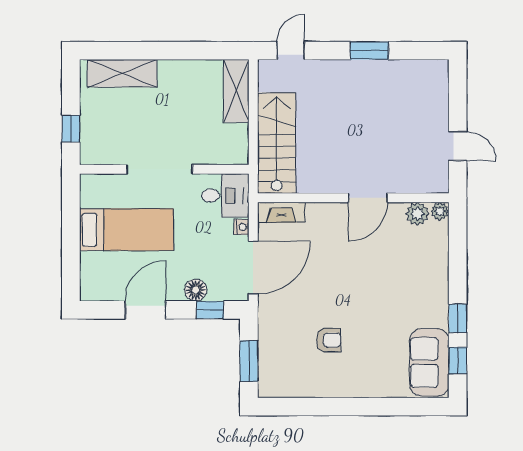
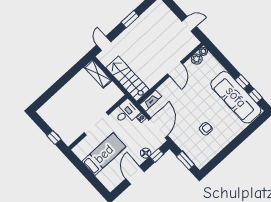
shelving: (122, 73) -> (54, 103), removed
sofa: (429, 362) -> (236, 97), width x1.85, depth x1.27

